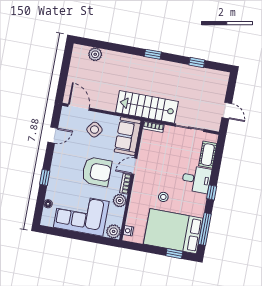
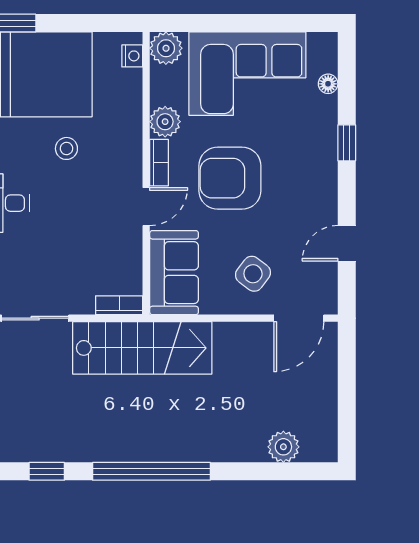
window: (153, 54) -> (151, 471), width x3.17
door: (79, 107) -> (299, 318), hinge flipped

